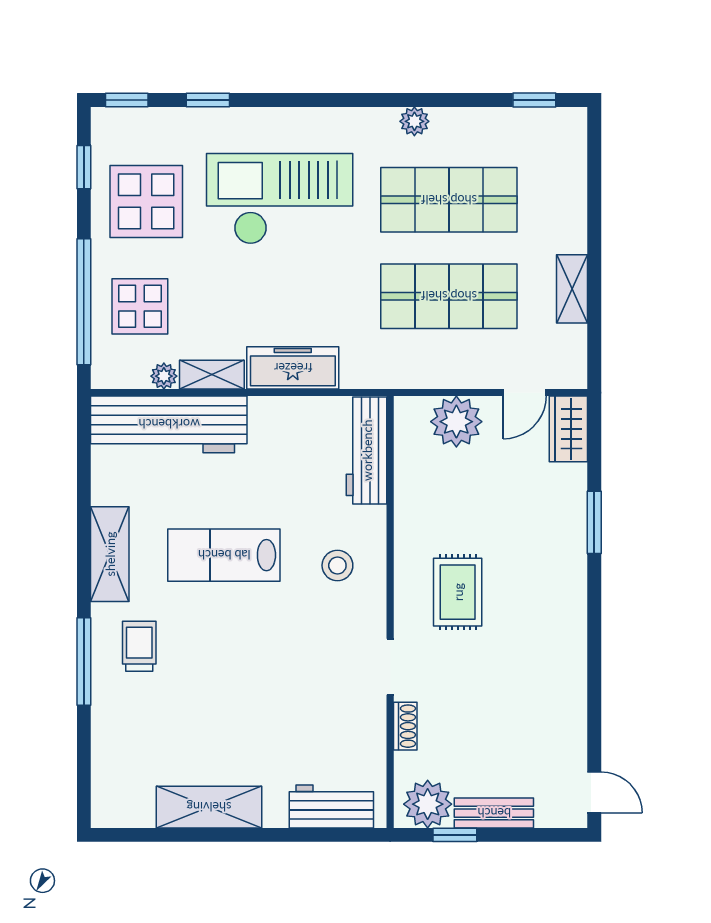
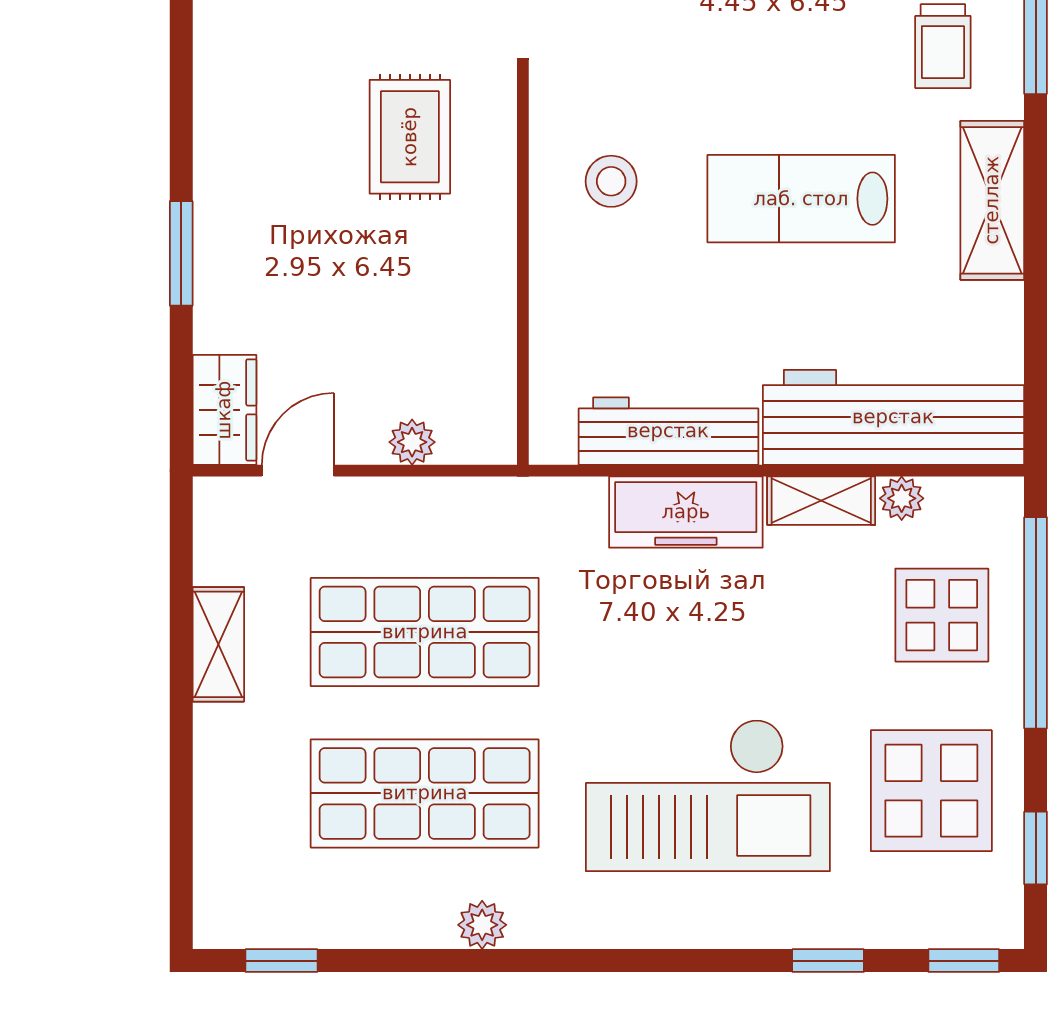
plant: (456, 422) -> (412, 442), width x0.53, depth x0.53
workbench: (367, 450) -> (668, 431), moved, turned -90
lab bench: (224, 555) -> (801, 199), turned 180

